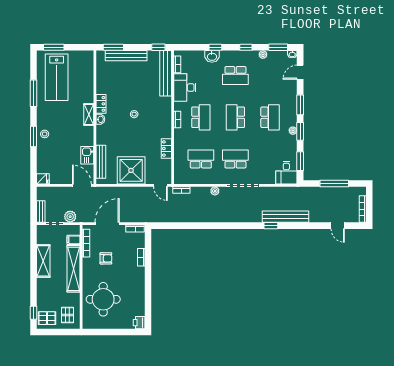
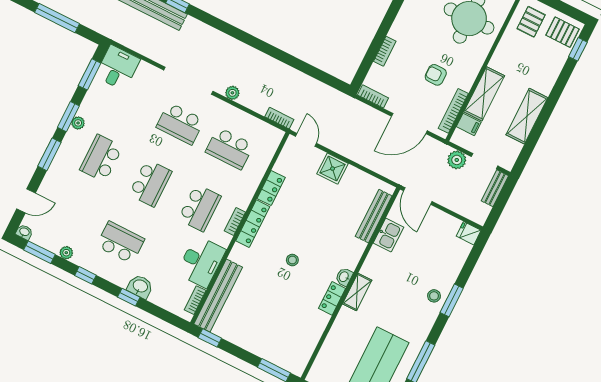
bench: (126, 56) -> (262, 349), removed
school desk: (201, 117) -> (200, 208), turned 180
locker: (167, 123) -> (253, 224), added
shower: (131, 170) -> (333, 169), width x0.54, depth x0.54
shelving: (73, 269) -> (484, 94), width x0.68

